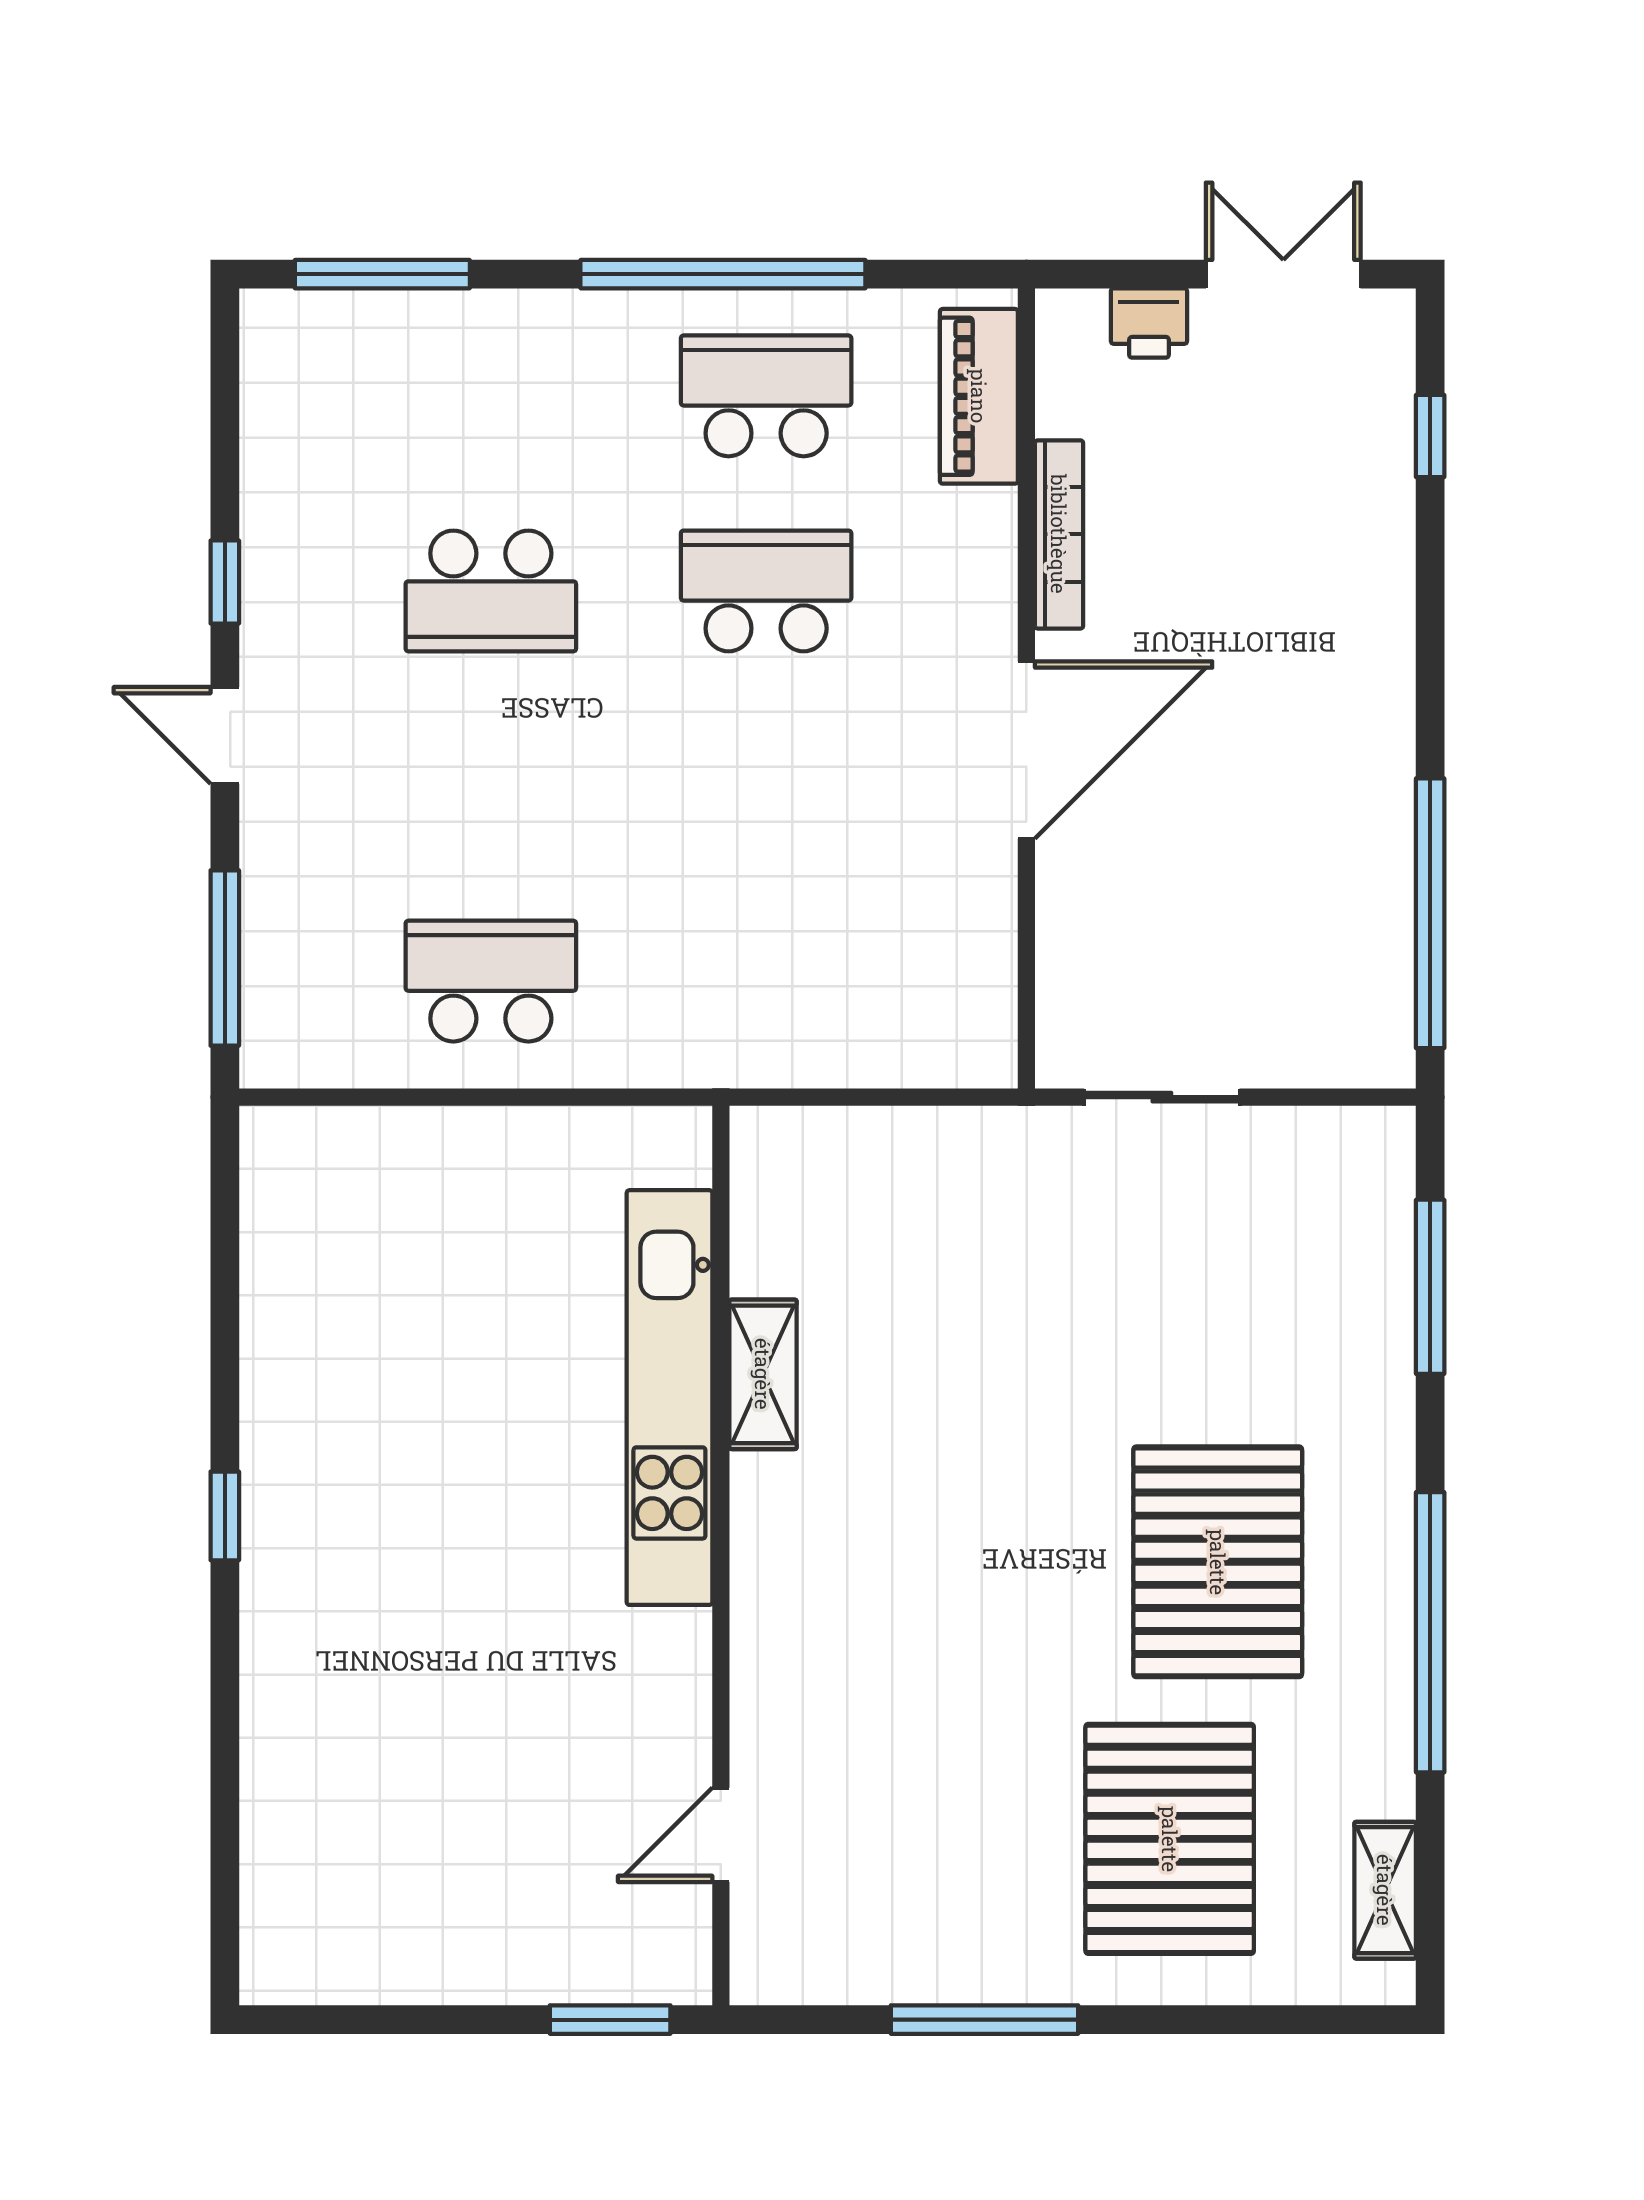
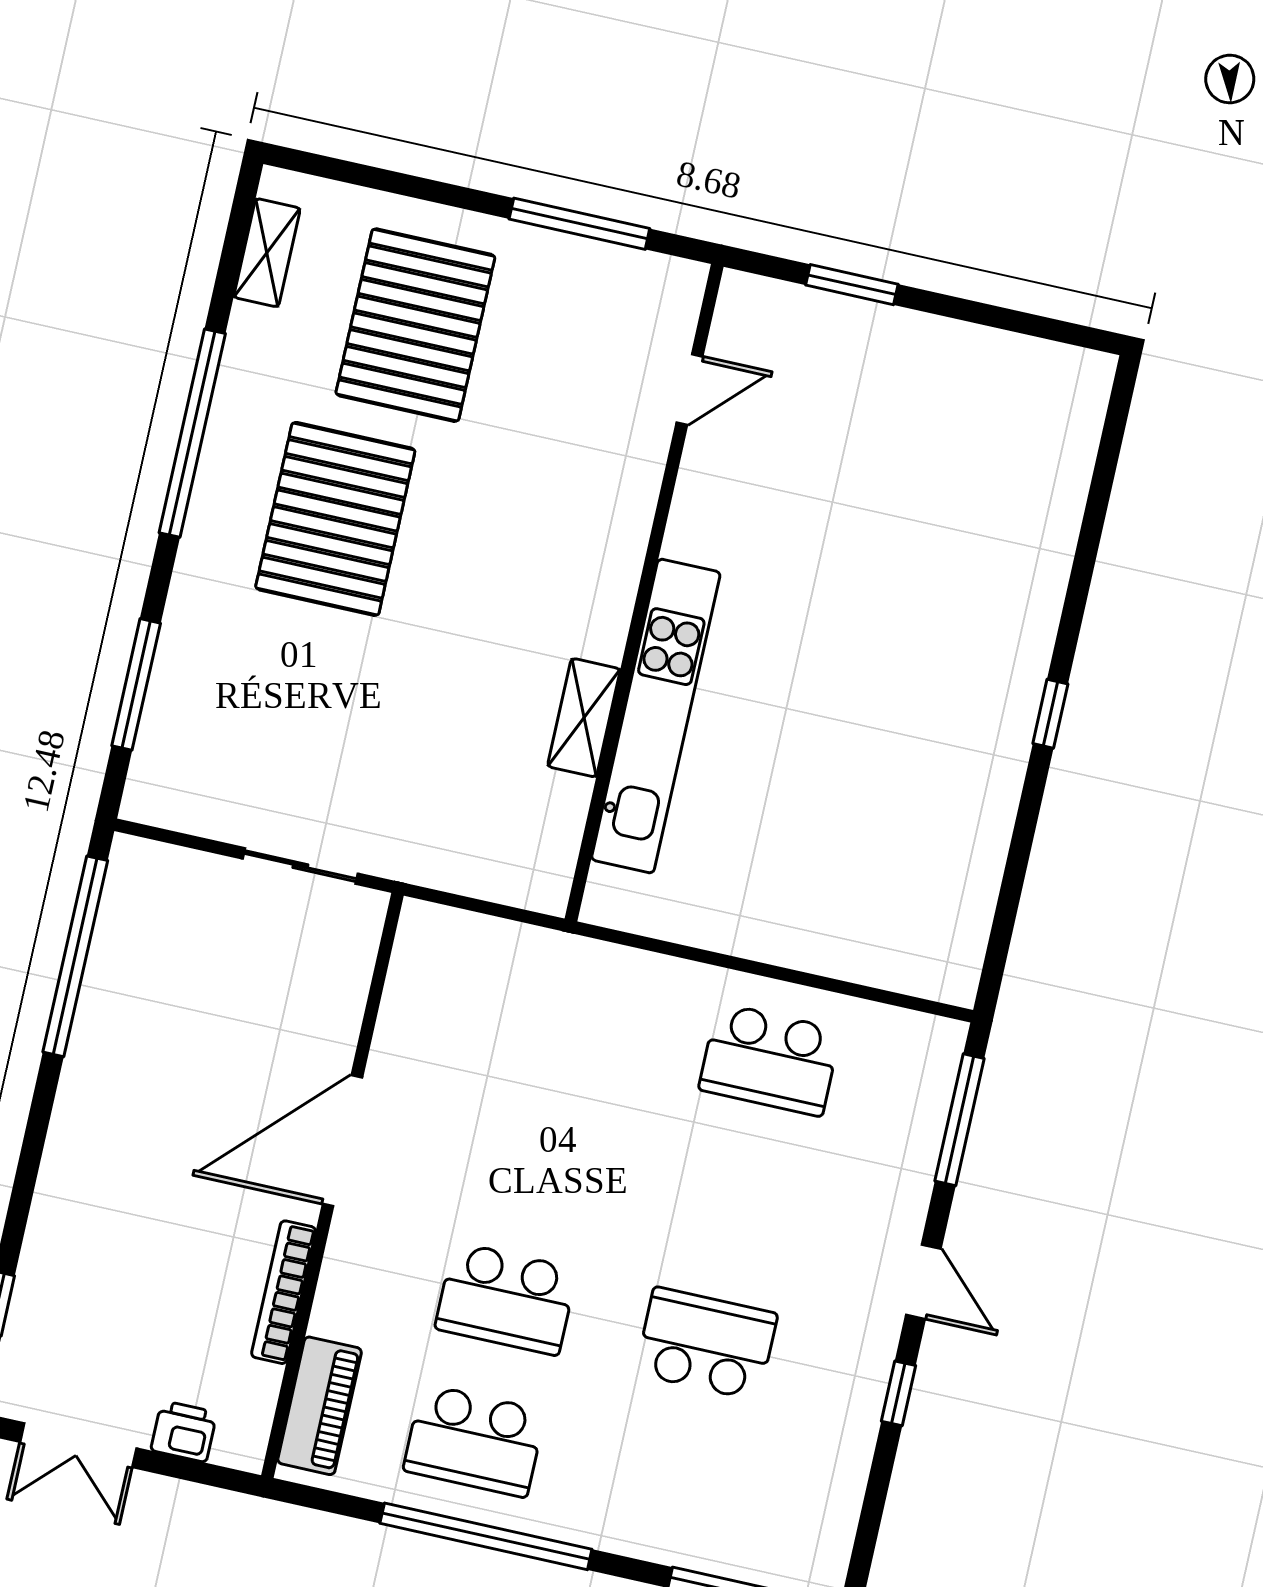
shelving: (763, 1374) -> (584, 718), moved
kitchen unit: (669, 1398) -> (656, 716), moved
wall: (721, 1556) -> (644, 593), moved
door: (721, 1835) -> (690, 389), moved

